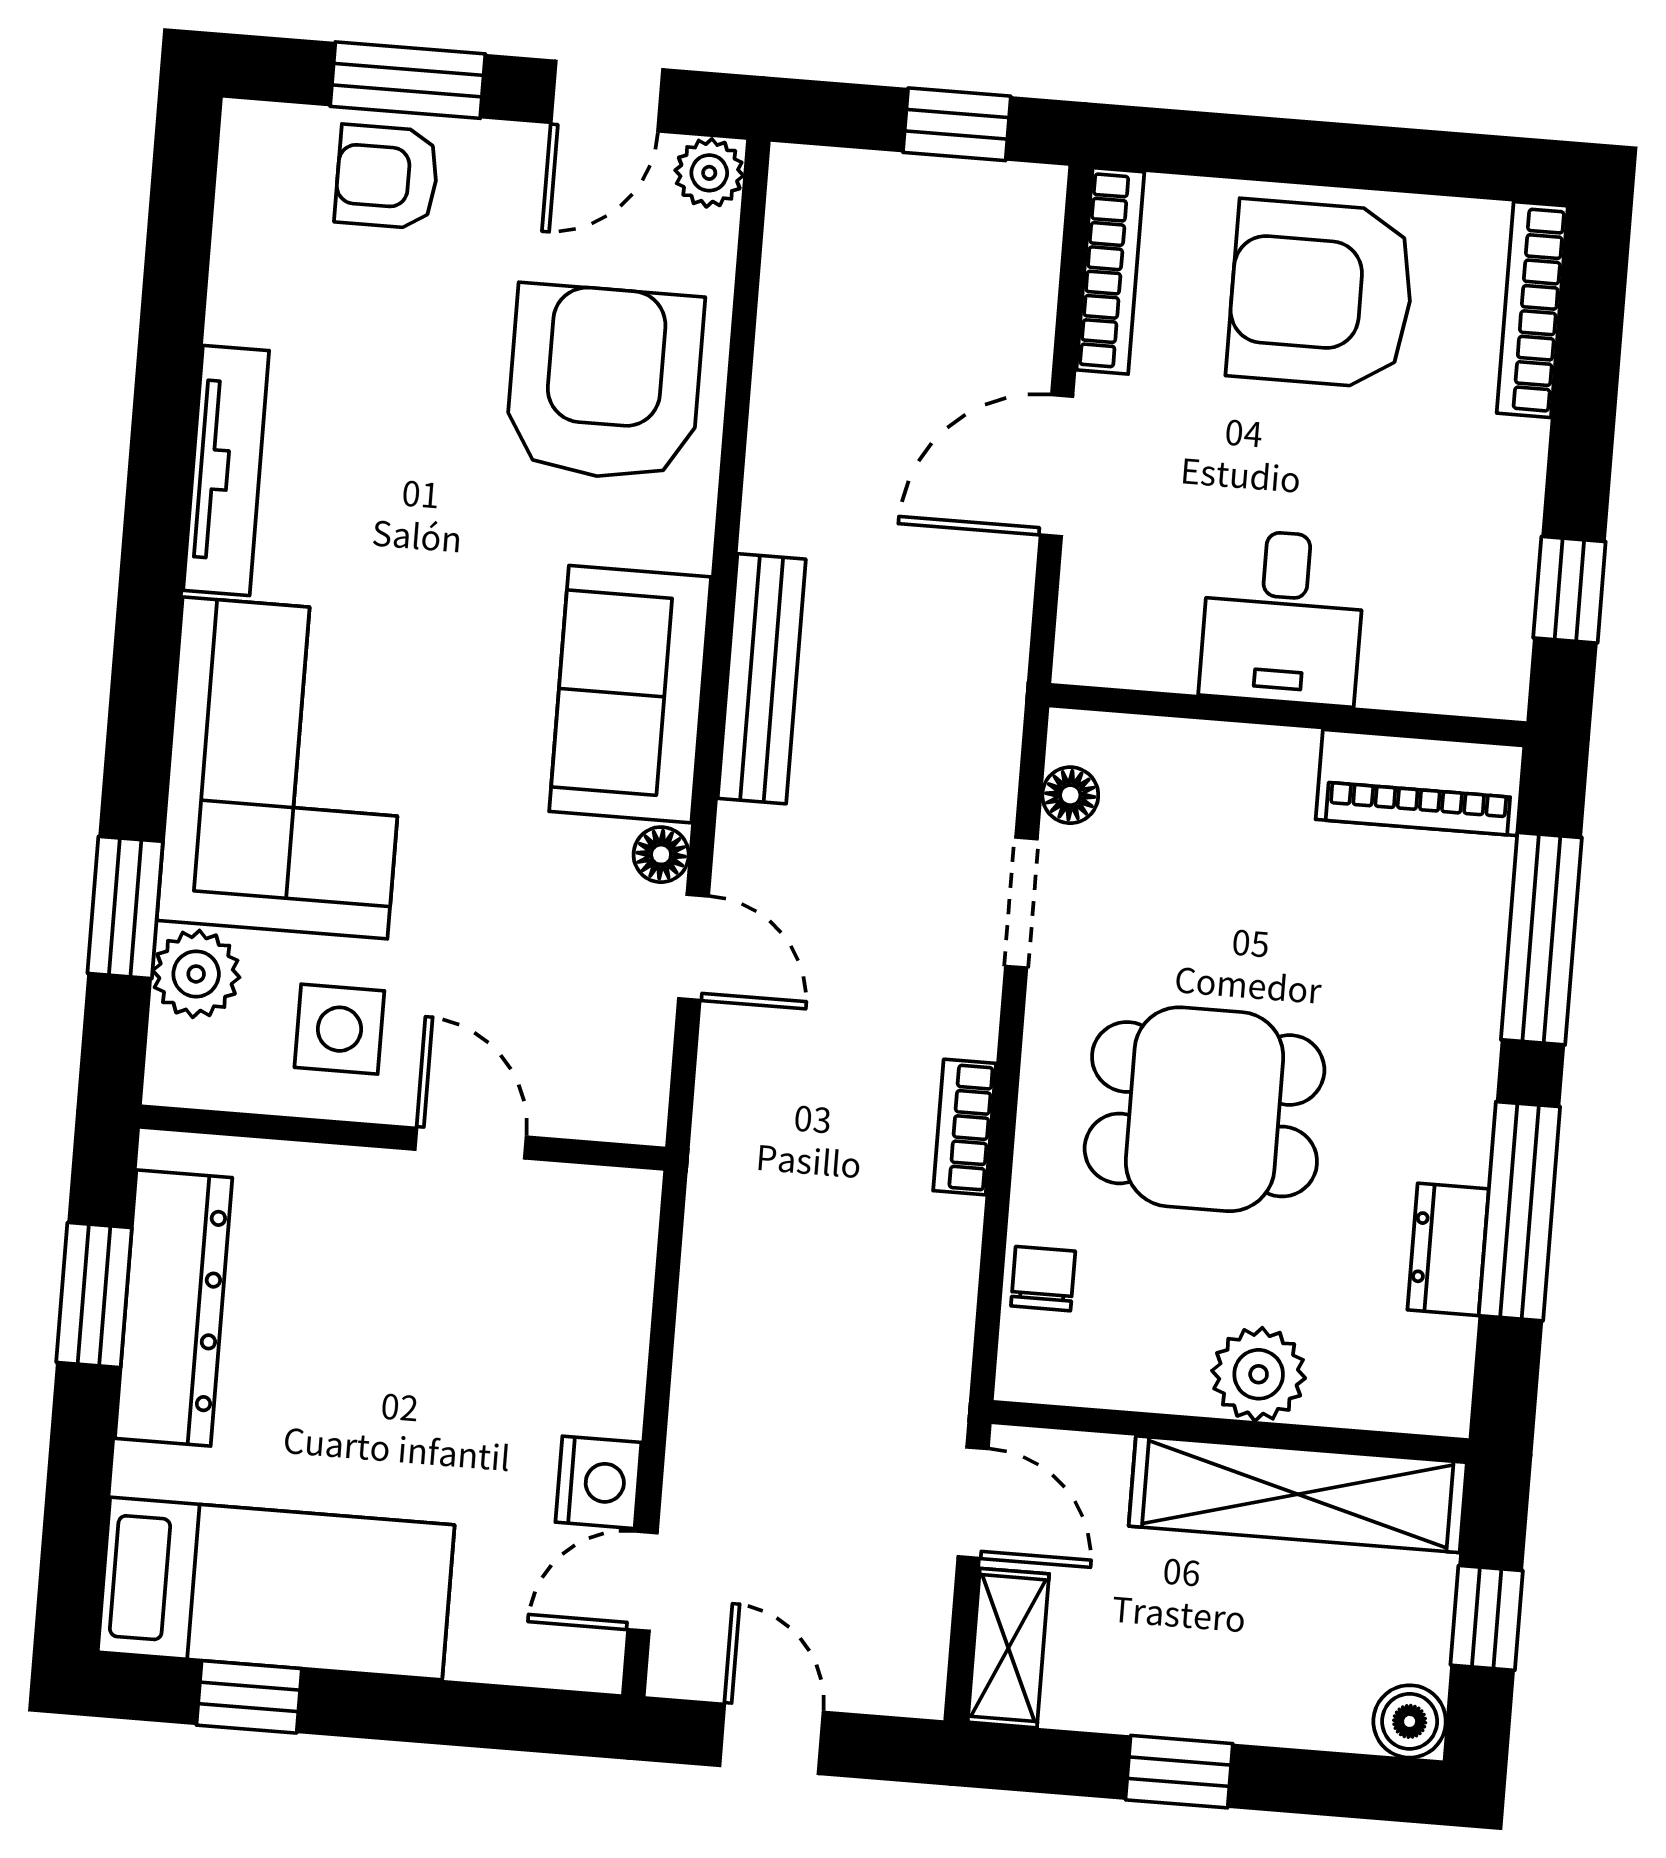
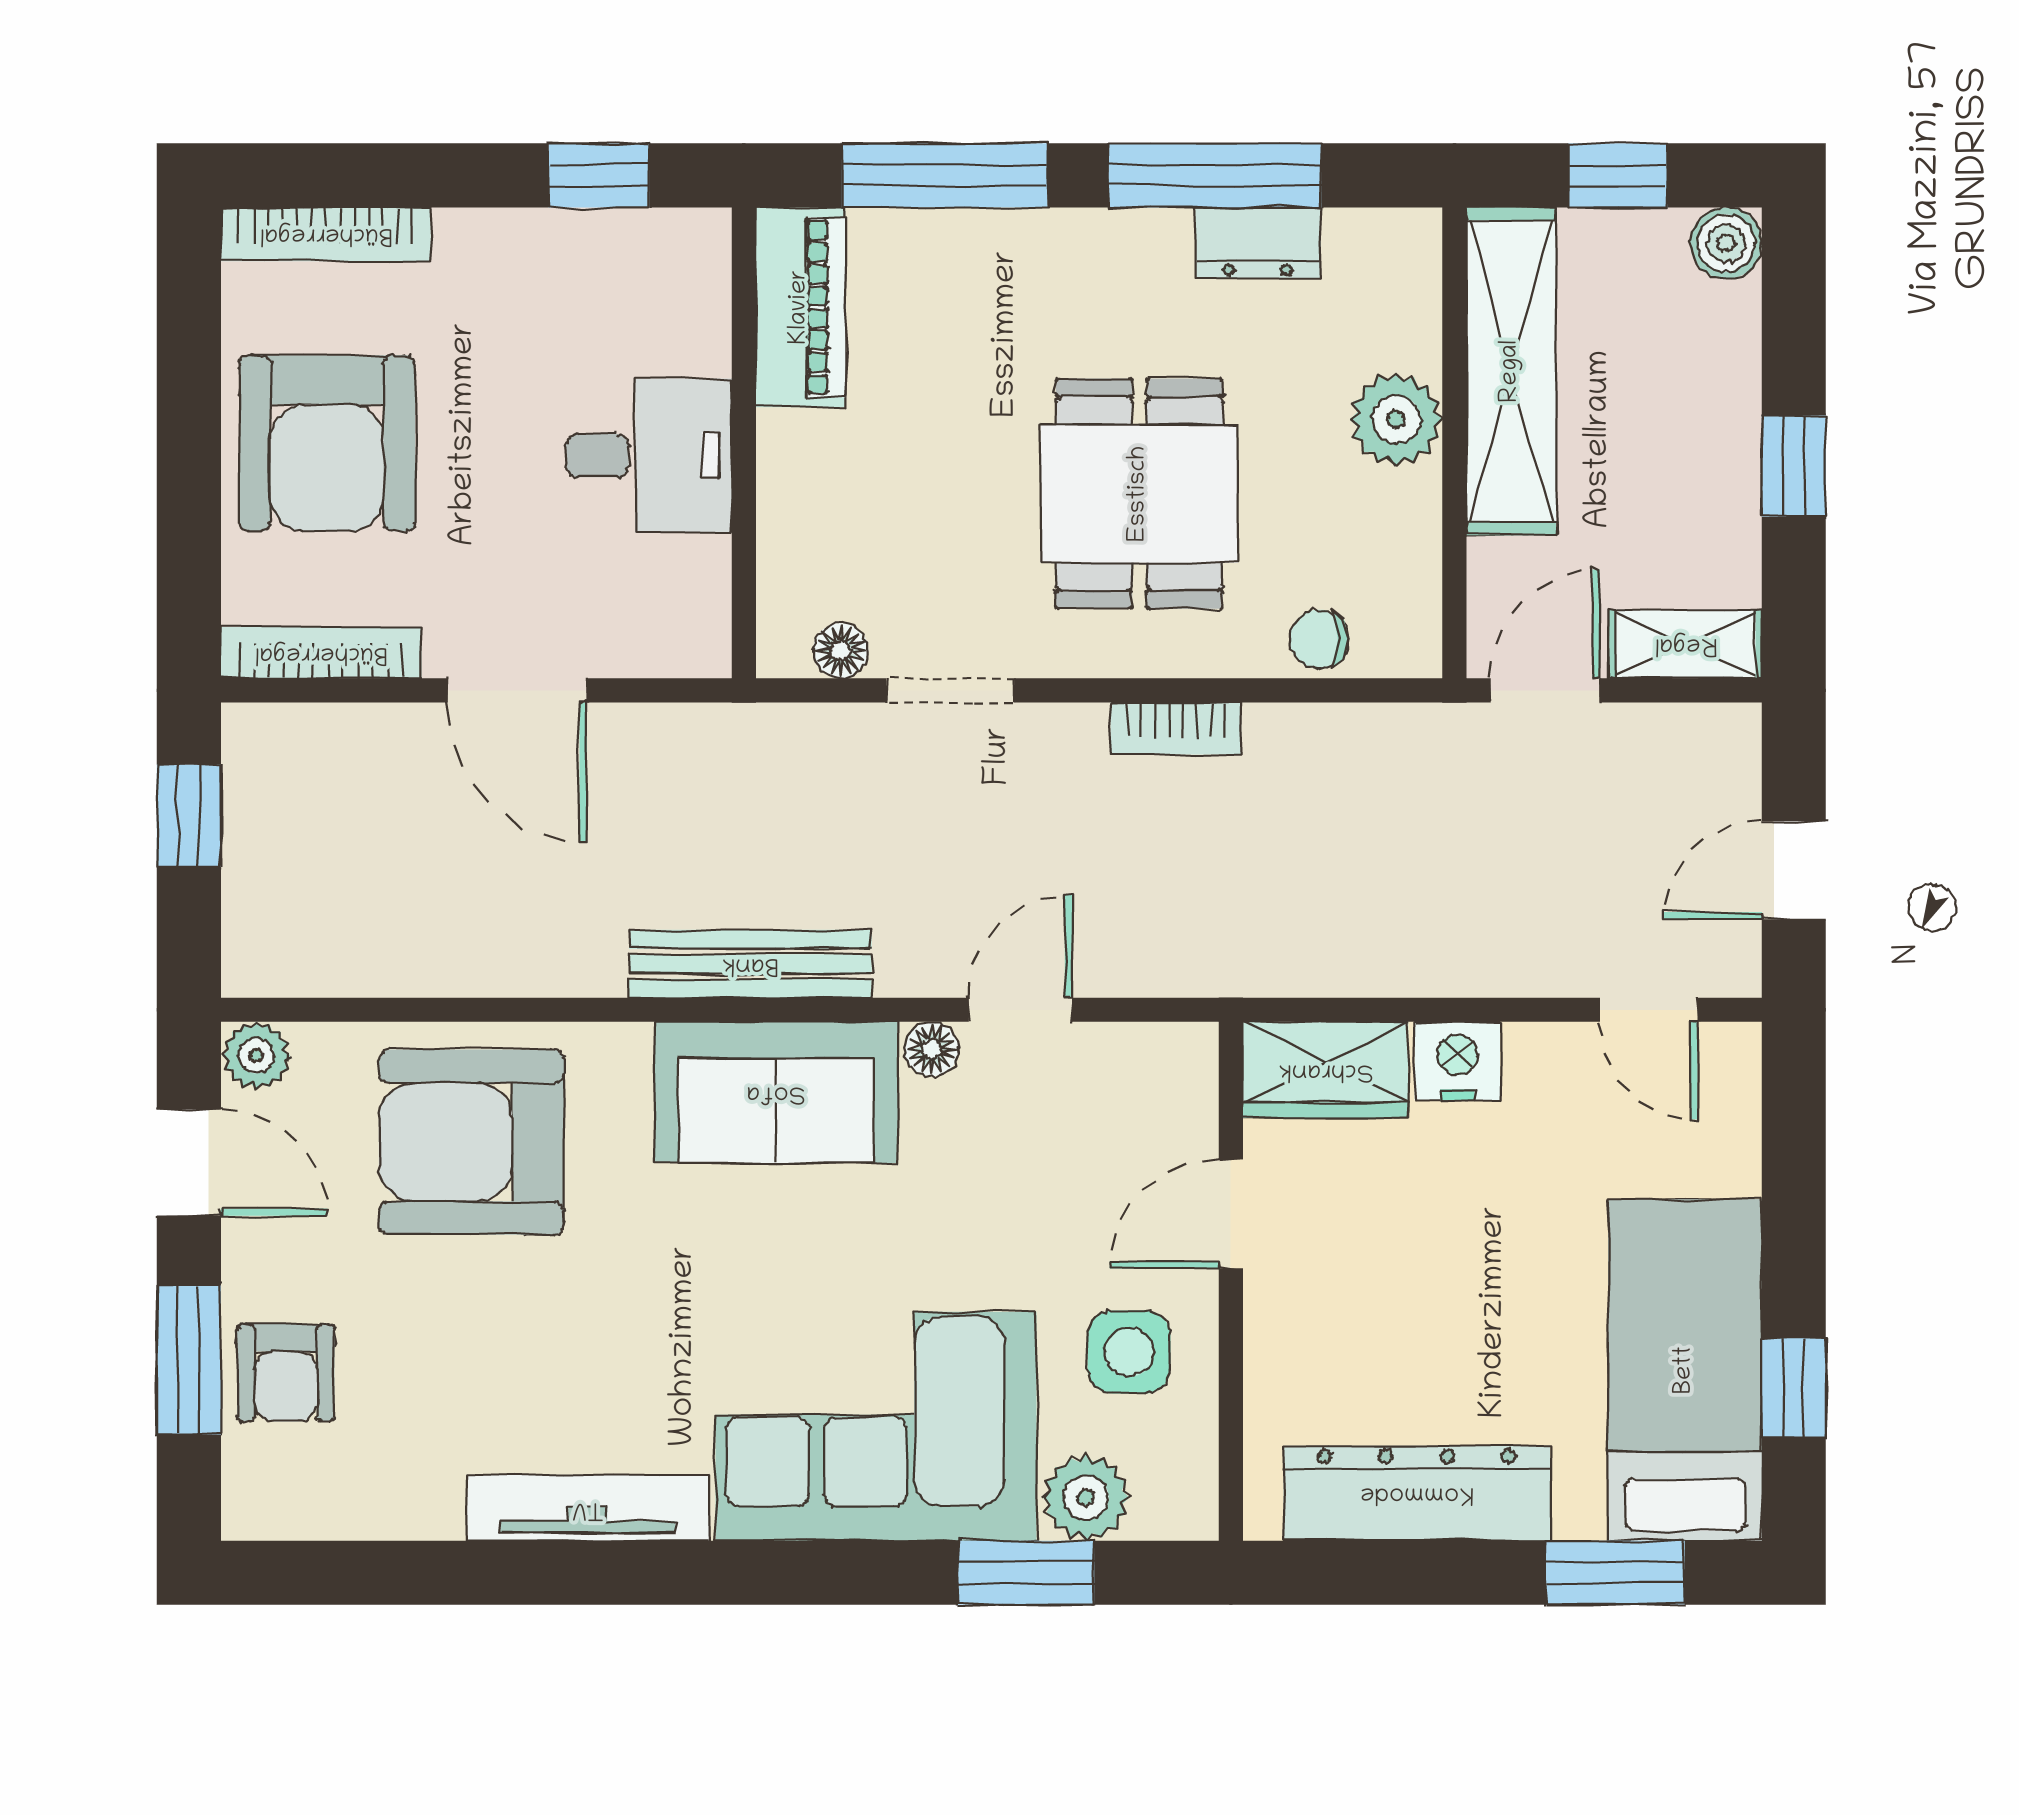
wardrobe: (608, 1250) -> (1326, 1070), added
window: (94, 1295) -> (1615, 1573), moved
nightstand: (598, 1482) -> (1457, 1061), moved

